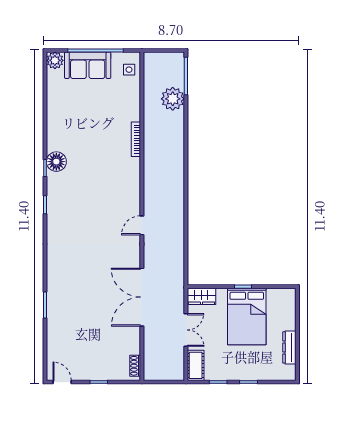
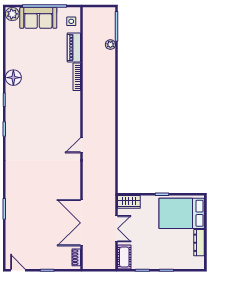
plant: (173, 99) -> (110, 45), width x0.53, depth x0.53
piano: (132, 102) -> (74, 47), added
floor lamp: (56, 162) -> (13, 78), moved
double door: (142, 297) -> (81, 223), moved
bed: (247, 316) -> (182, 213), moved, turned 90

